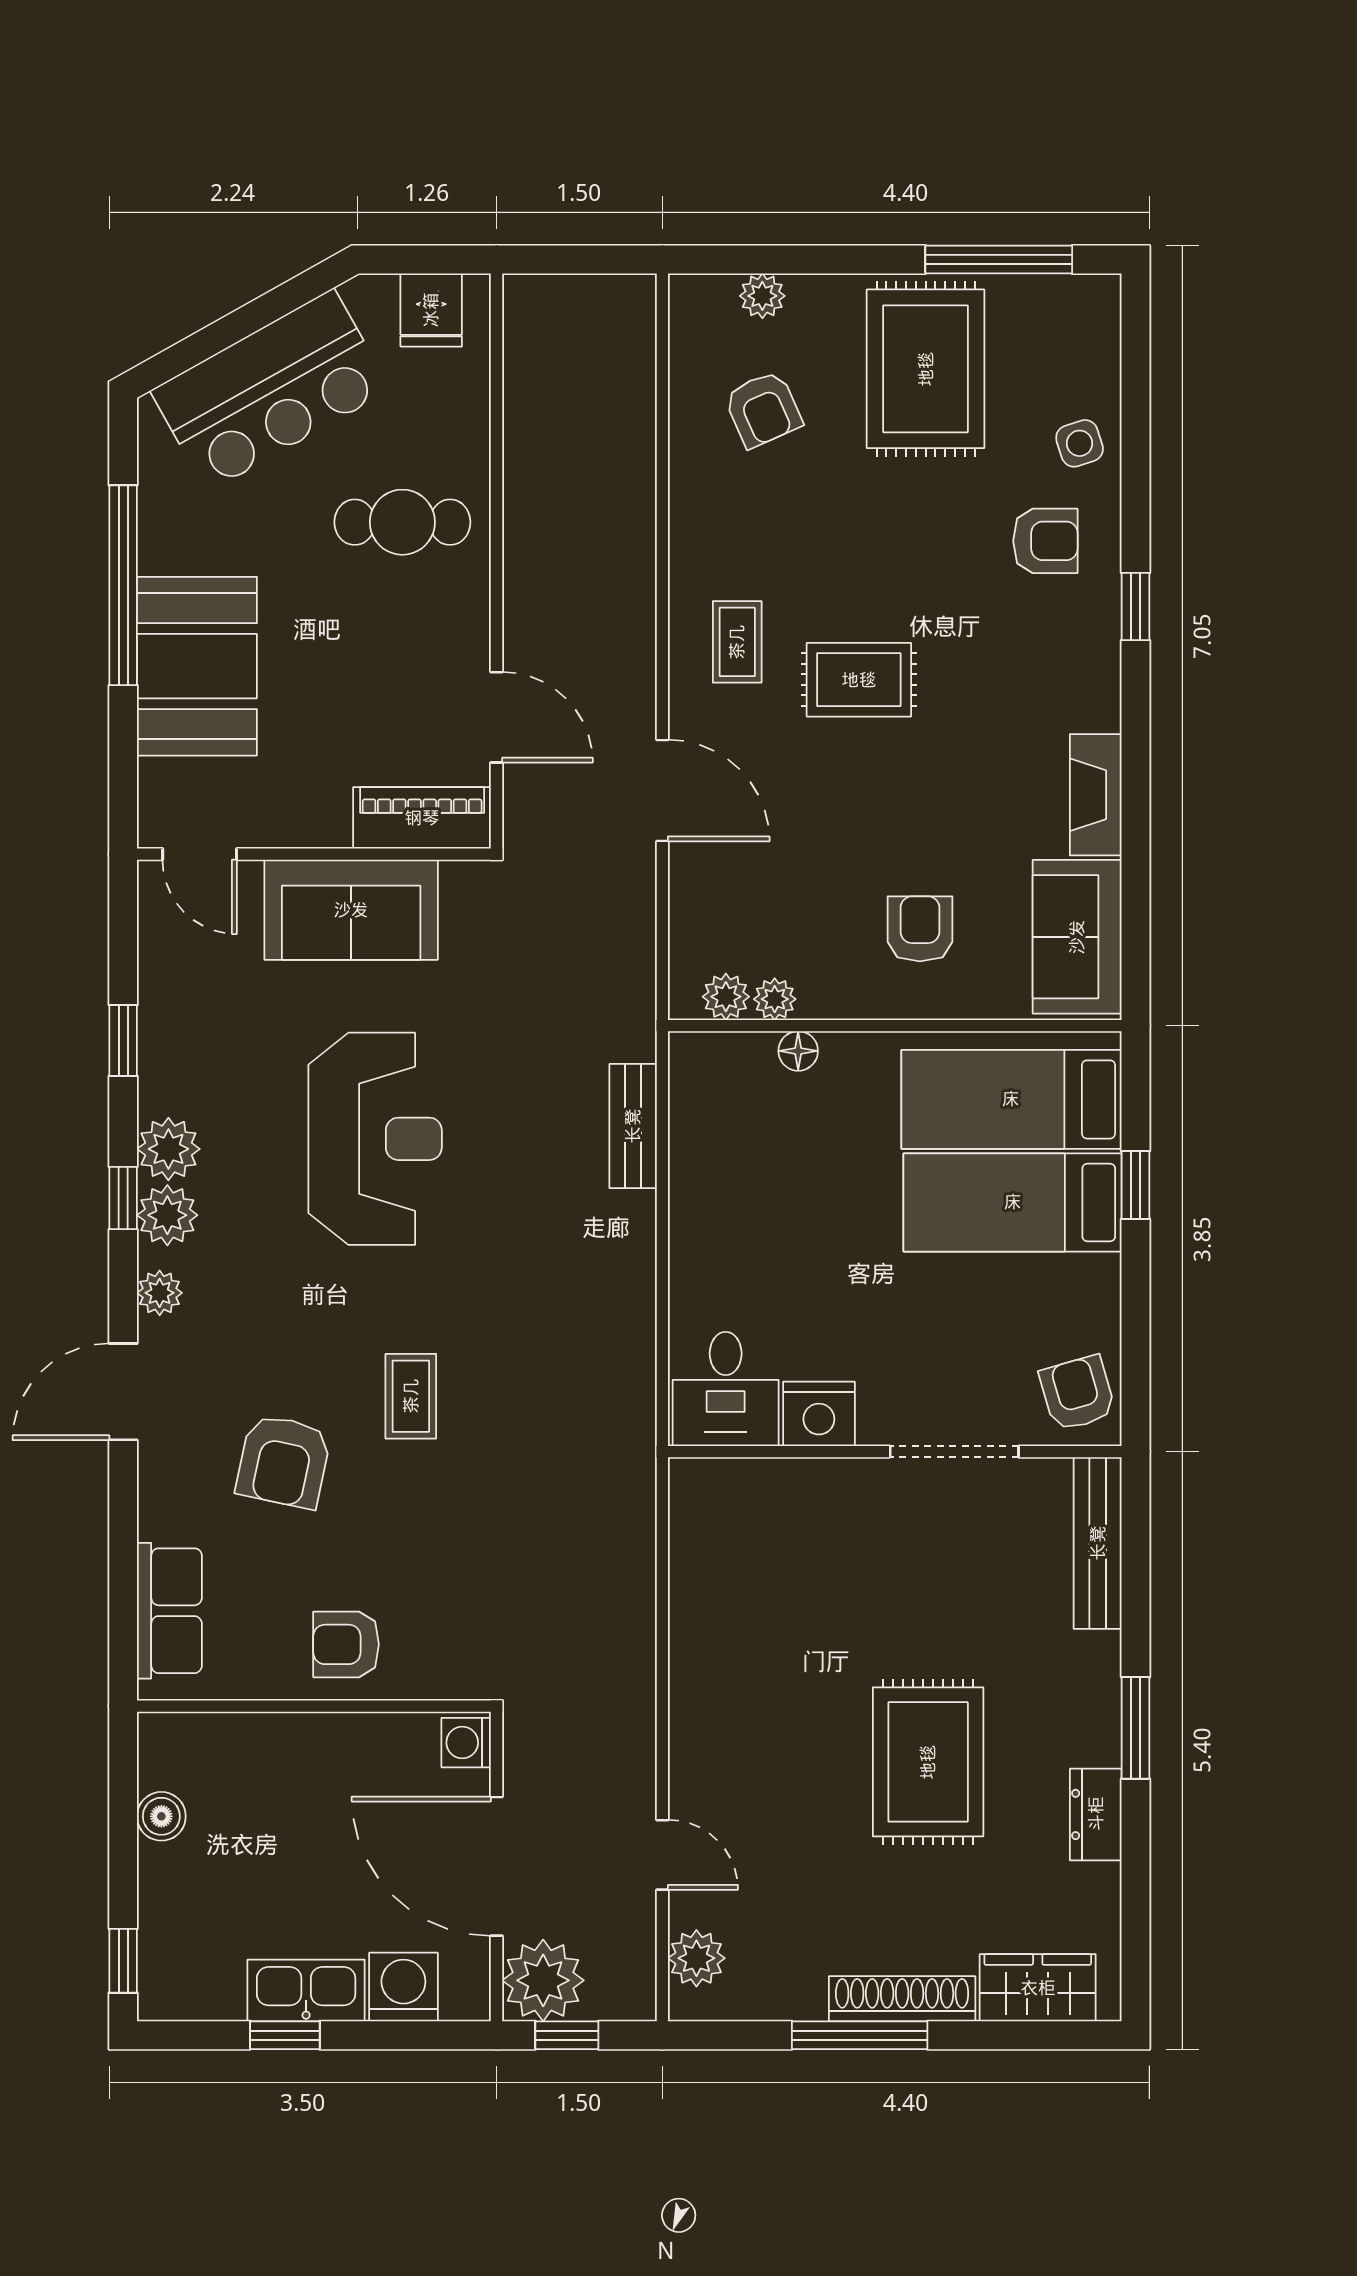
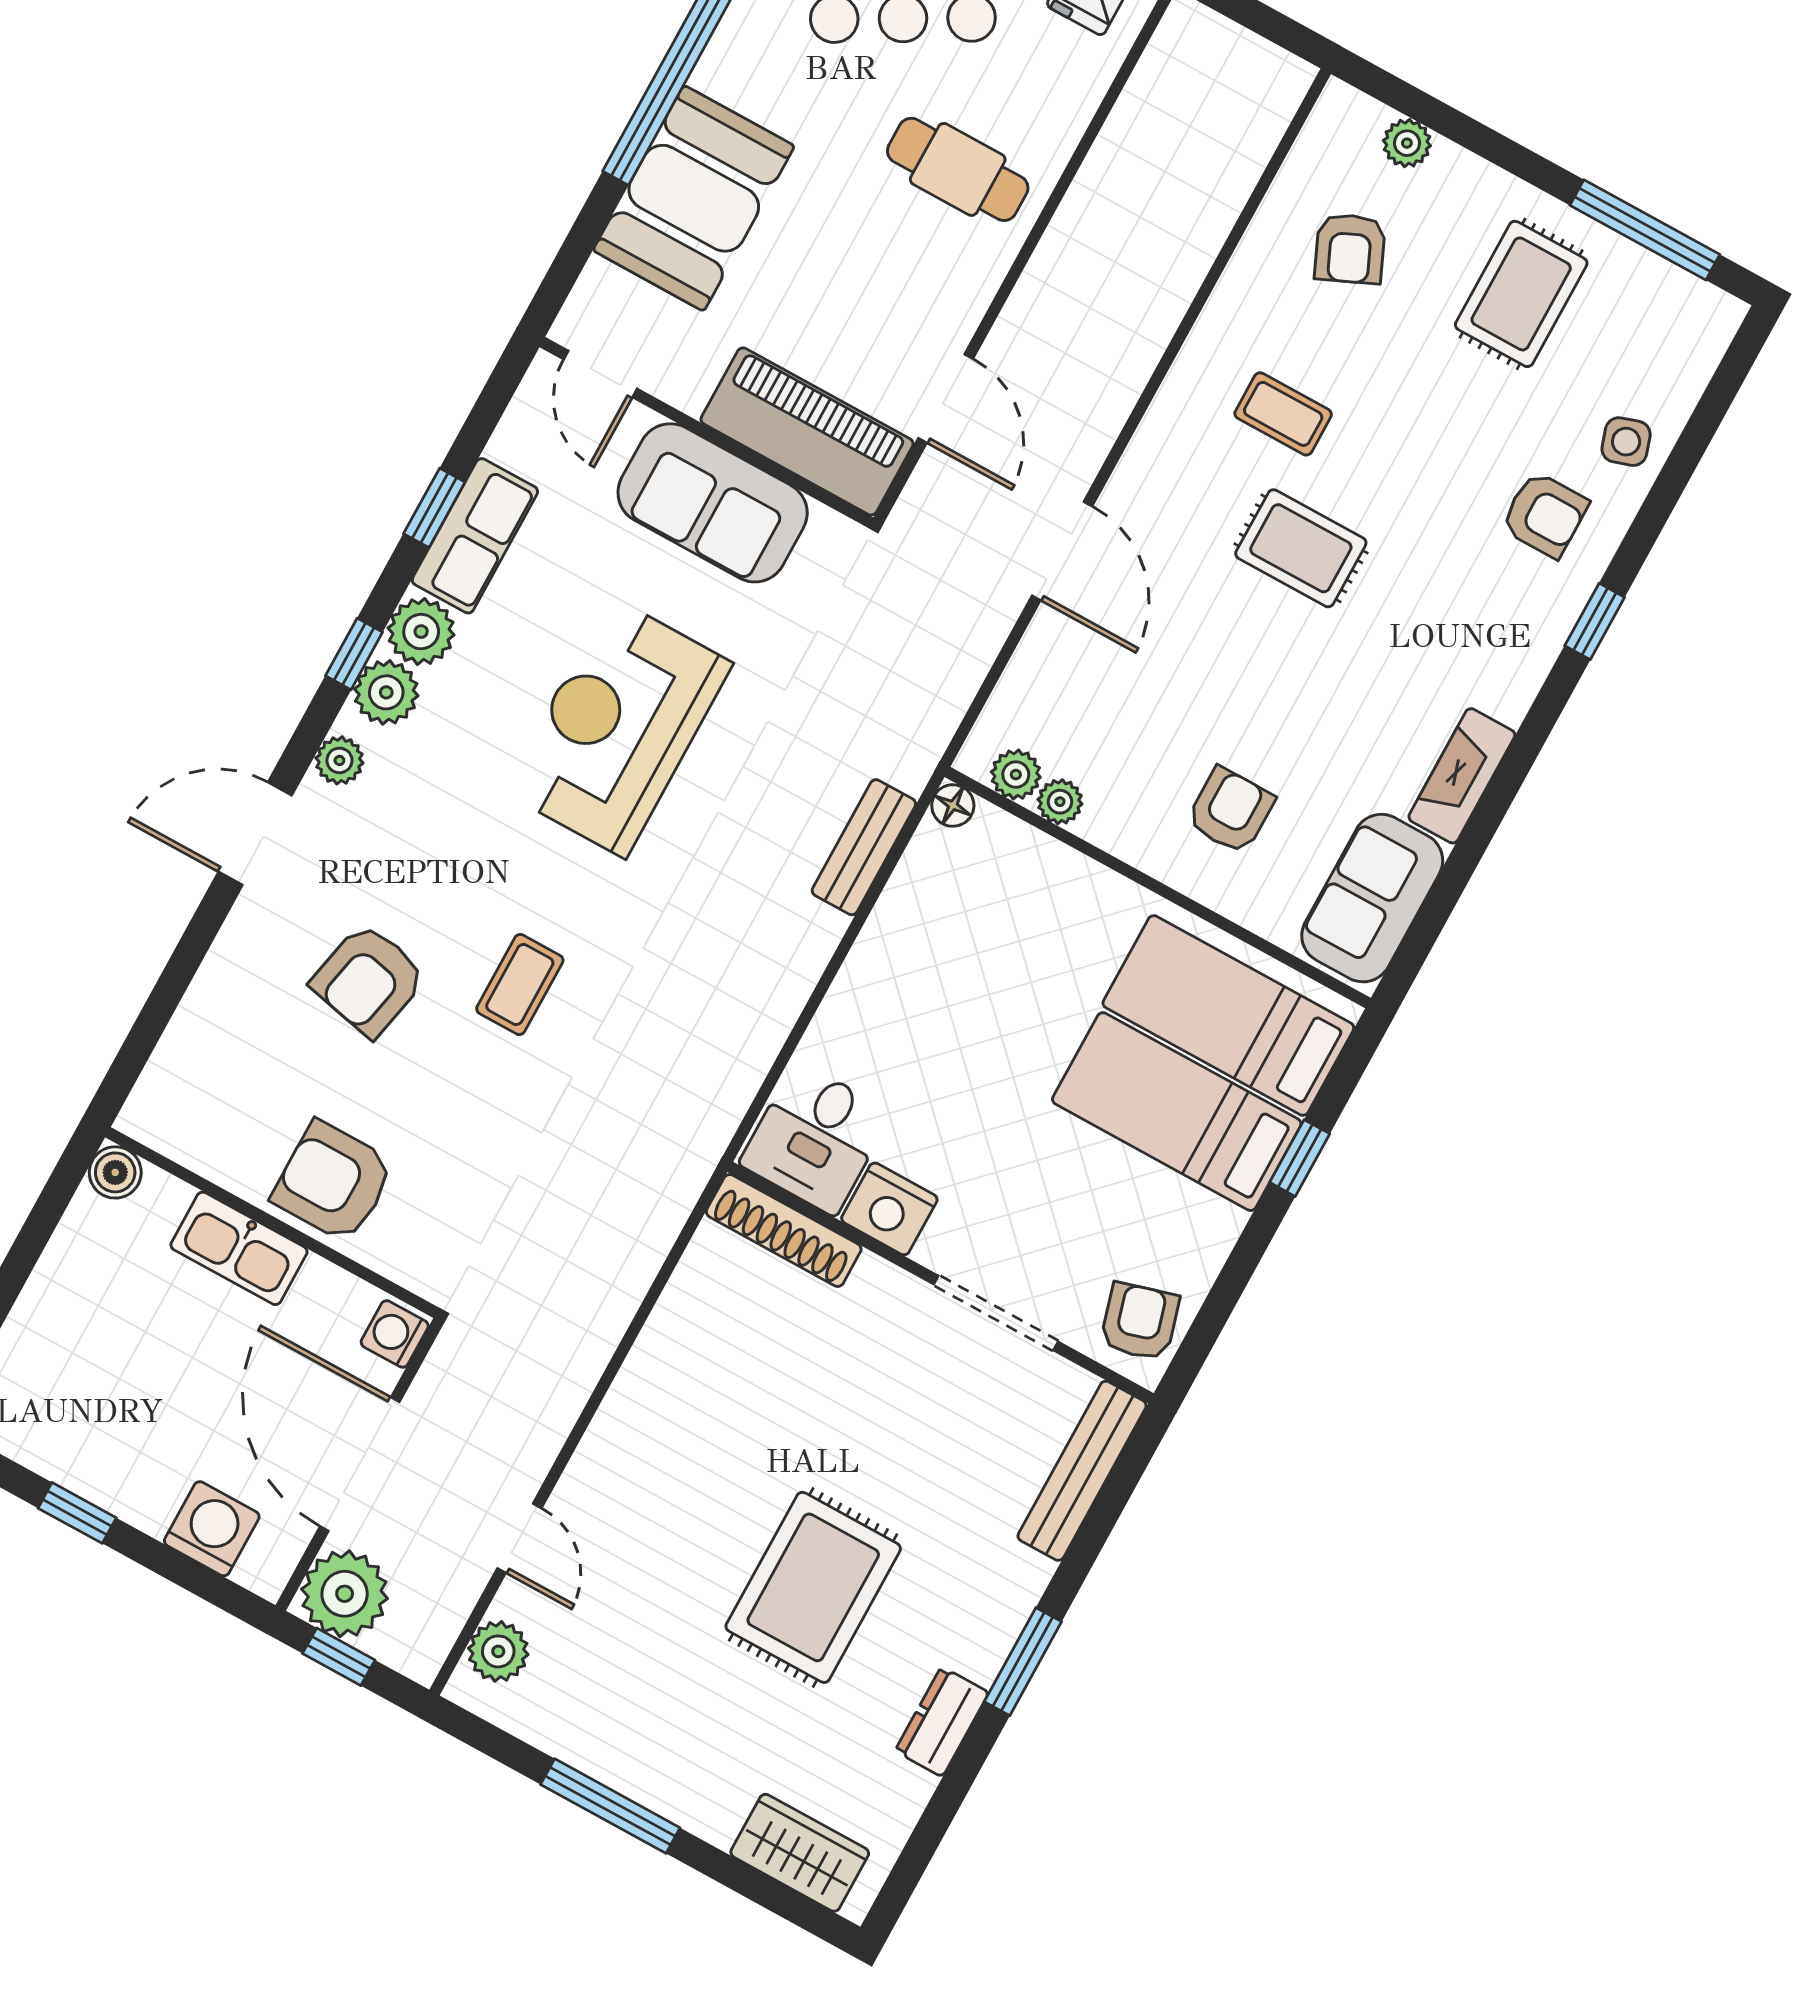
rug: (926, 369) -> (1521, 294), width x0.73, depth x0.70
coffee table: (737, 642) -> (1283, 414), moved, turned 90
piano: (422, 818) -> (807, 432), width x1.37, depth x1.33
floor lamp: (798, 1051) -> (953, 805), moved
reception desk: (375, 1139) -> (618, 727), turned 180
row of seats: (169, 1611) -> (475, 536), moved
armchair: (346, 1644) -> (333, 1182), width x1.38, depth x1.38
boiler: (161, 1816) -> (115, 1172), moved
kitchen sink: (306, 1990) -> (239, 1248), moved, turned 180
shoe rack: (902, 1999) -> (784, 1230), moved, turned 180

